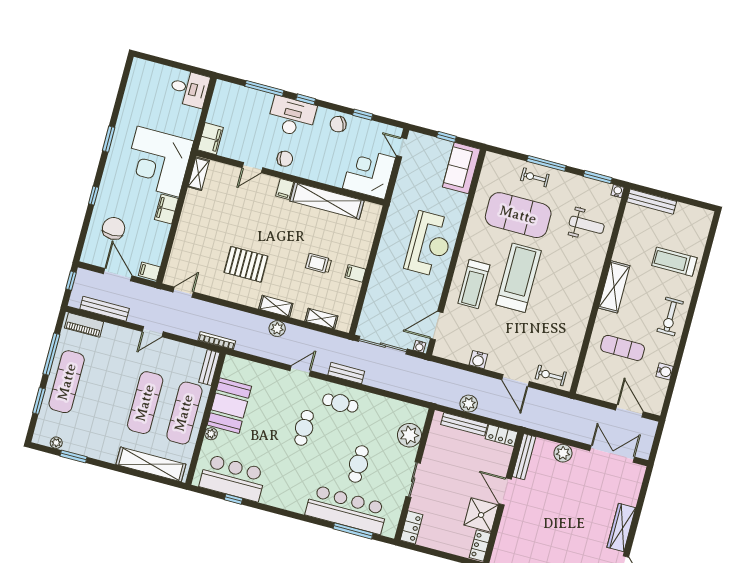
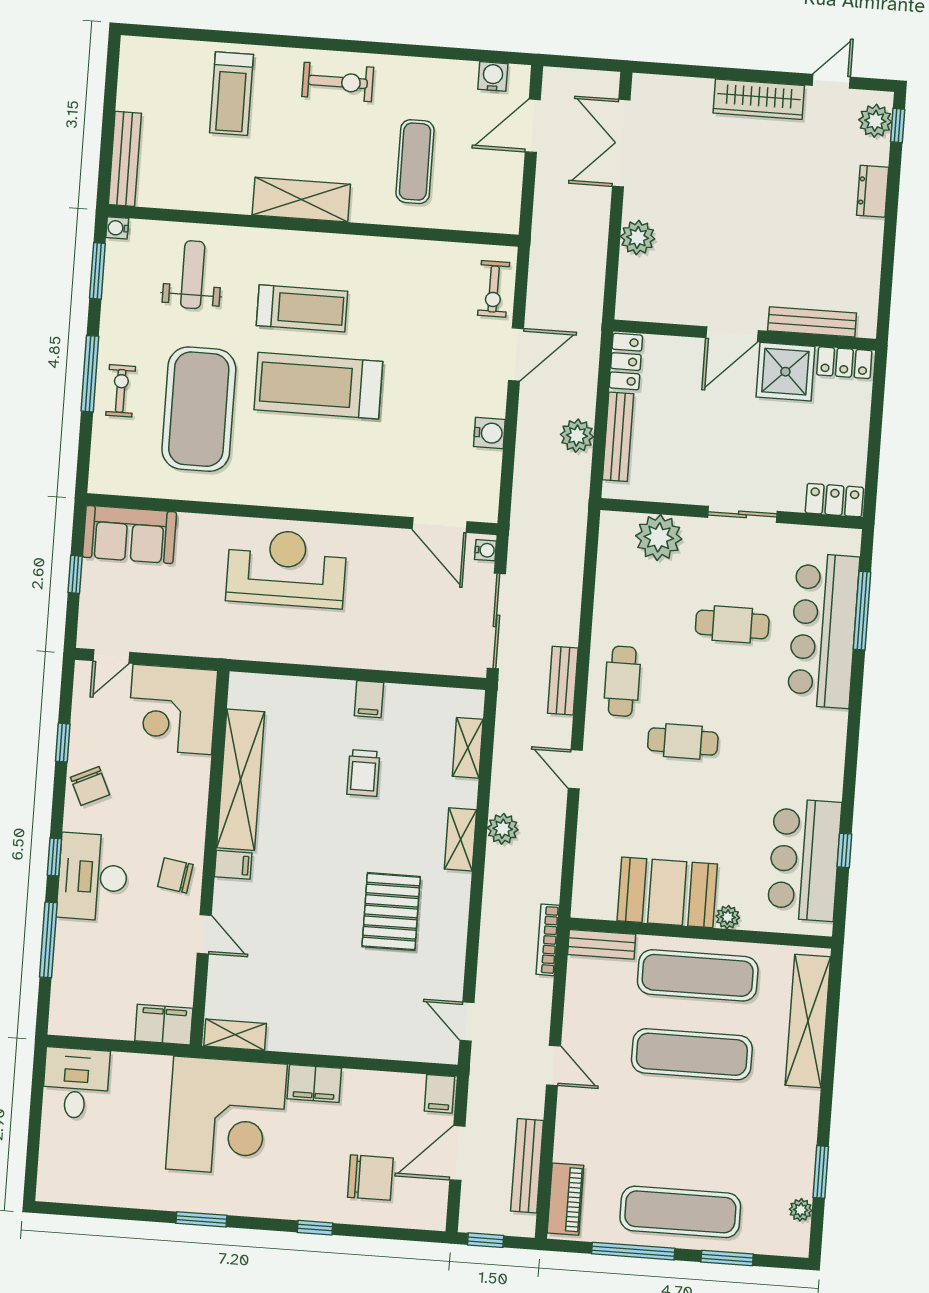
chair: (285, 159) -> (175, 875), turned -68
exercise bike: (535, 177) -> (121, 391), turned 180
chair: (114, 228) -> (370, 1178), turned 180
treadmill: (474, 284) -> (302, 308), moved
water cooler: (665, 371) -> (493, 76), moved
bench: (524, 457) -> (812, 322), moved

